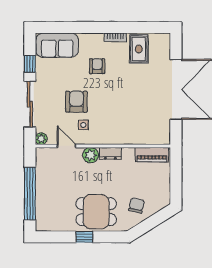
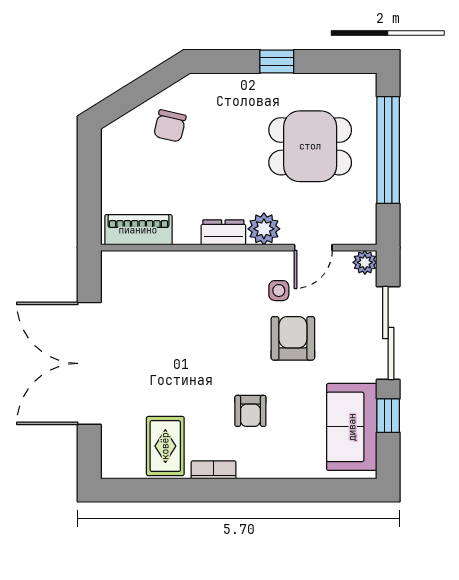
sofa: (57, 45) -> (352, 427), moved, turned -90
armchair: (76, 102) -> (293, 338), turned 180
door: (66, 146) -> (313, 248), hinge flipped
dining table: (96, 212) -> (310, 146), moved

